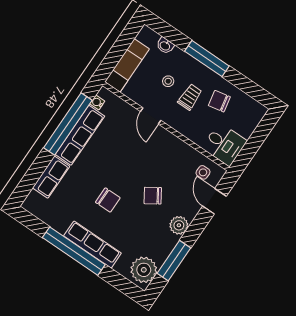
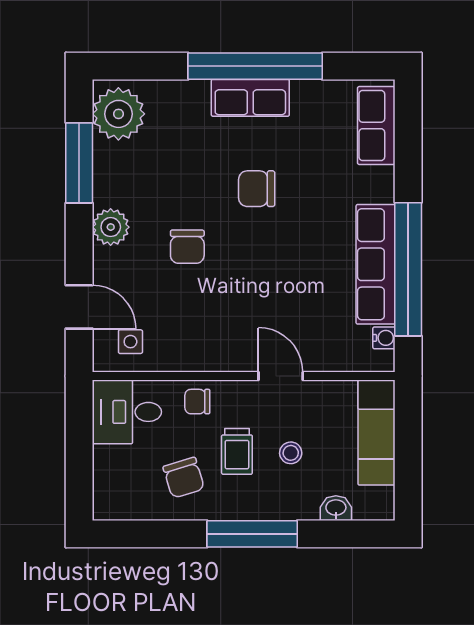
chair: (219, 101) -> (184, 478), turned 84
chair: (192, 129) -> (197, 402), added
row of seats: (51, 177) -> (376, 125), moved
chair: (153, 196) -> (187, 247), turned 123
row of seats: (92, 245) -> (250, 98), width x0.68

